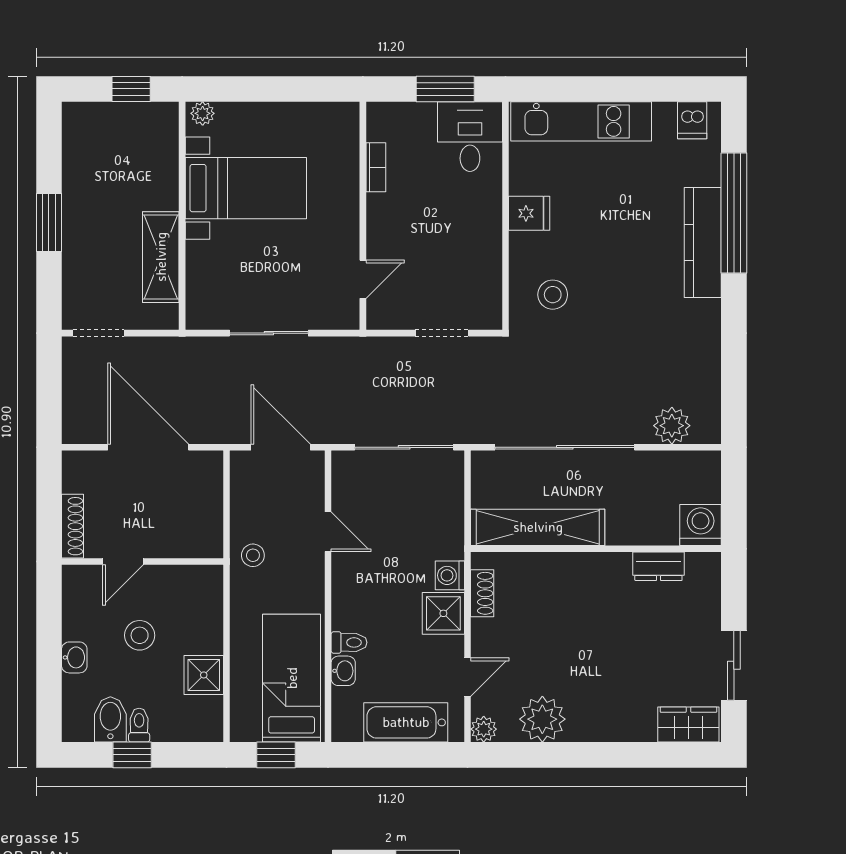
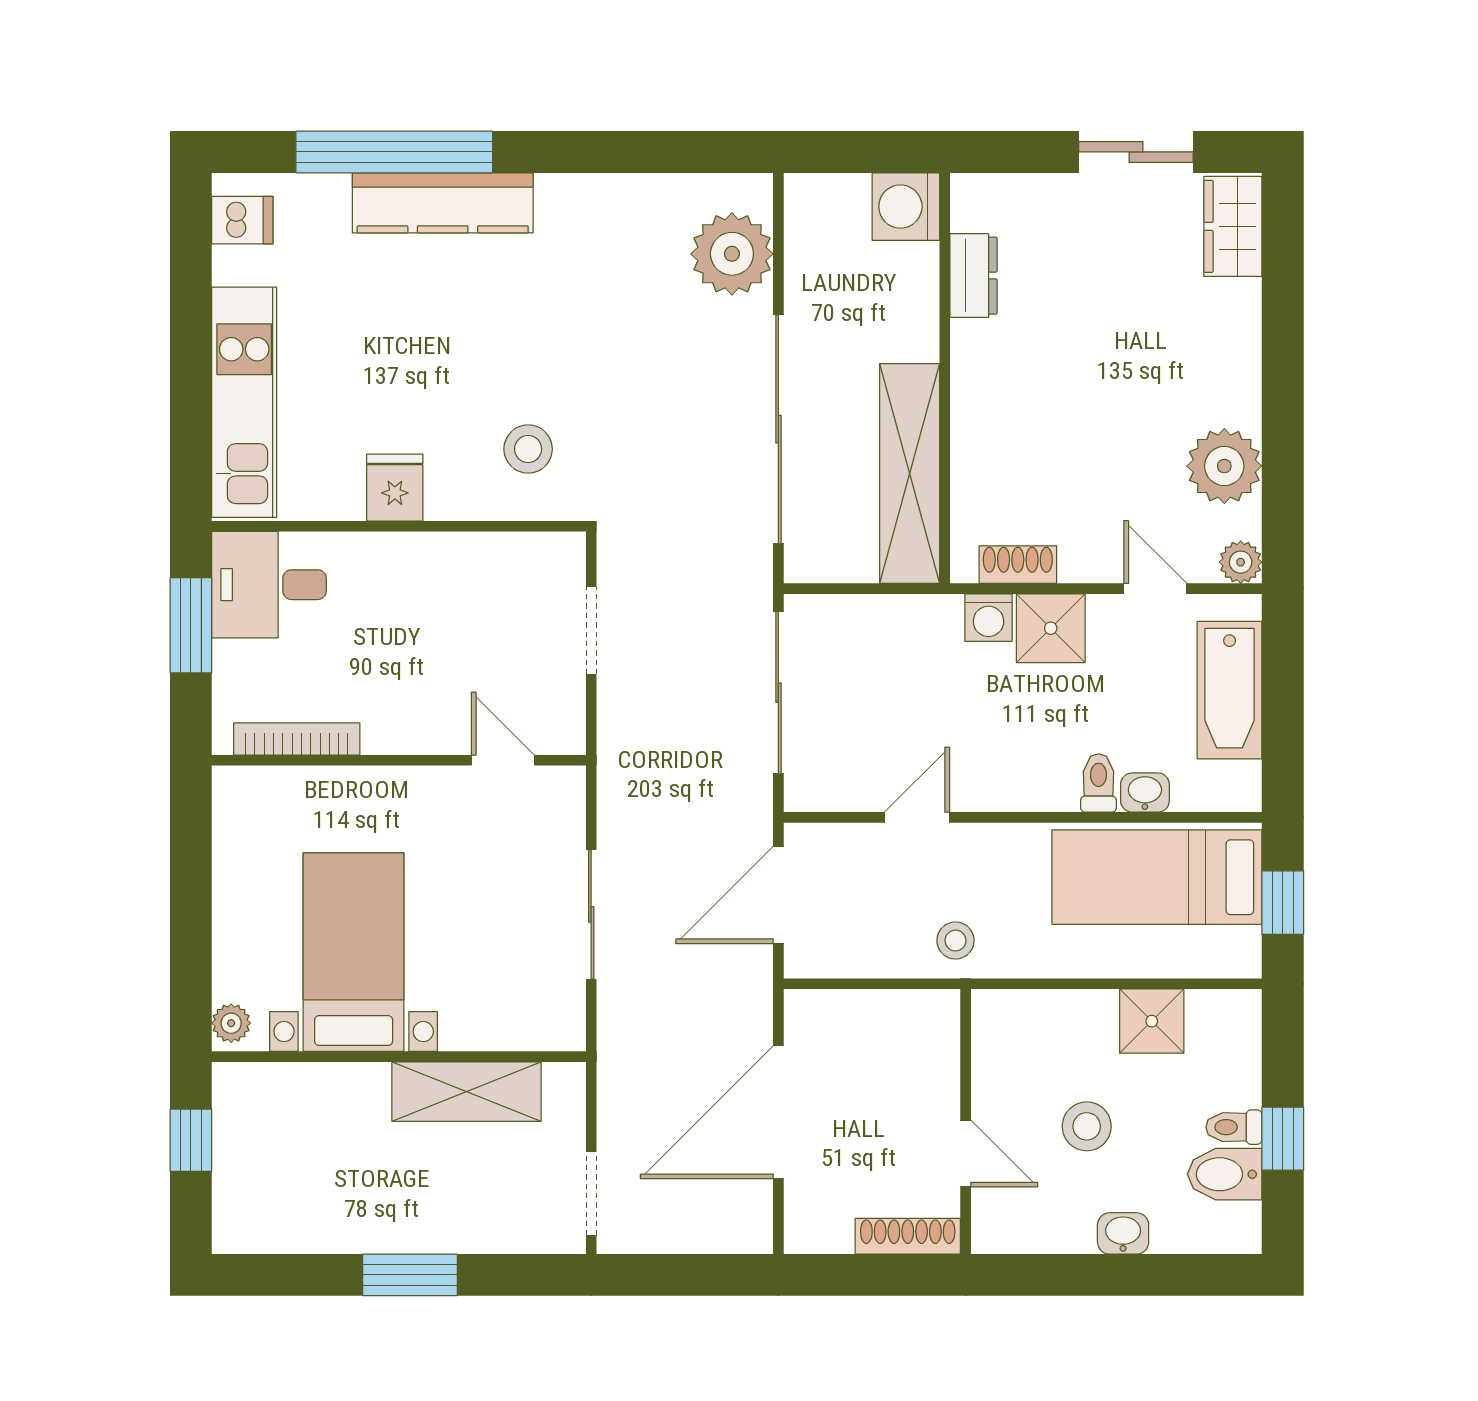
bookcase: (376, 167) -> (297, 739), width x1.56
plant: (672, 426) -> (732, 254), width x1.36, depth x1.36

